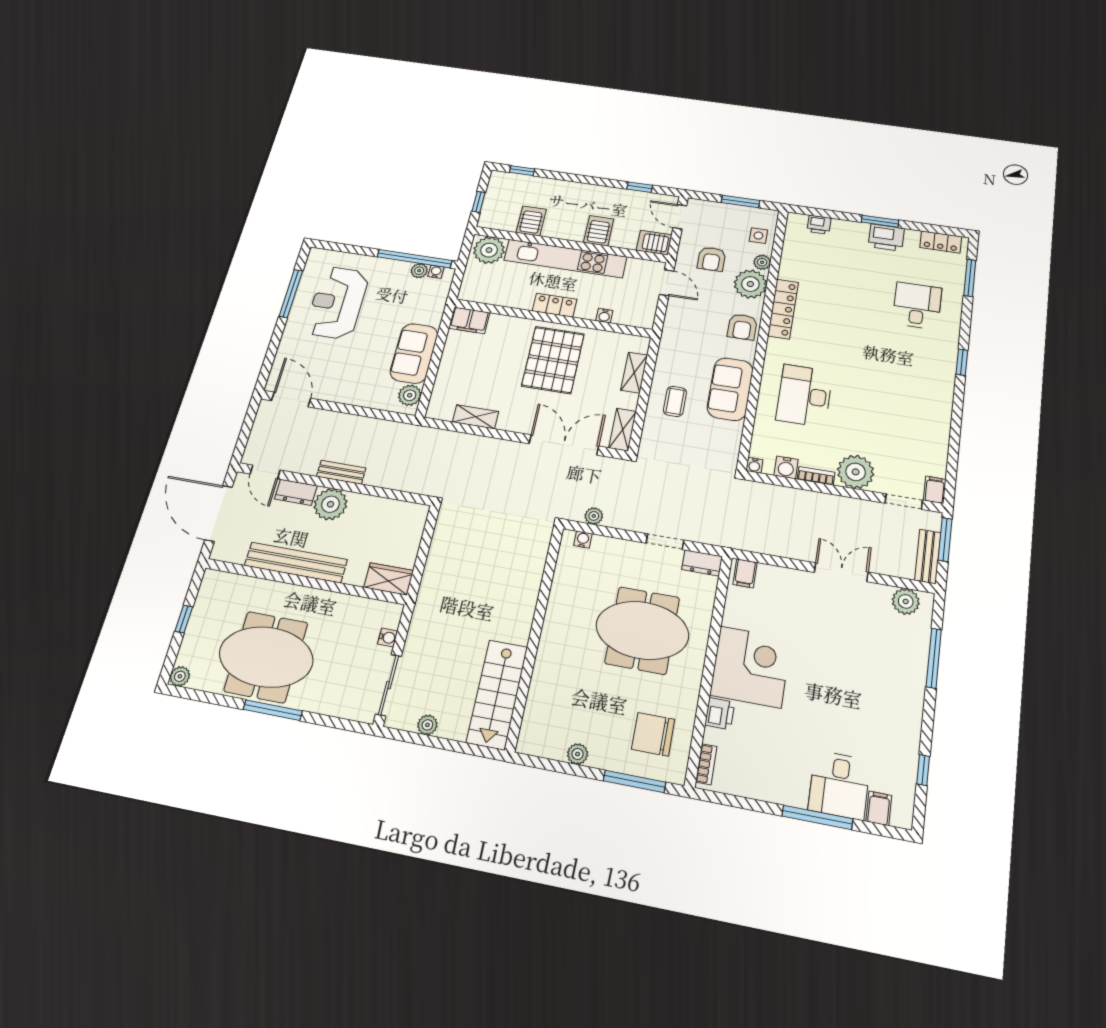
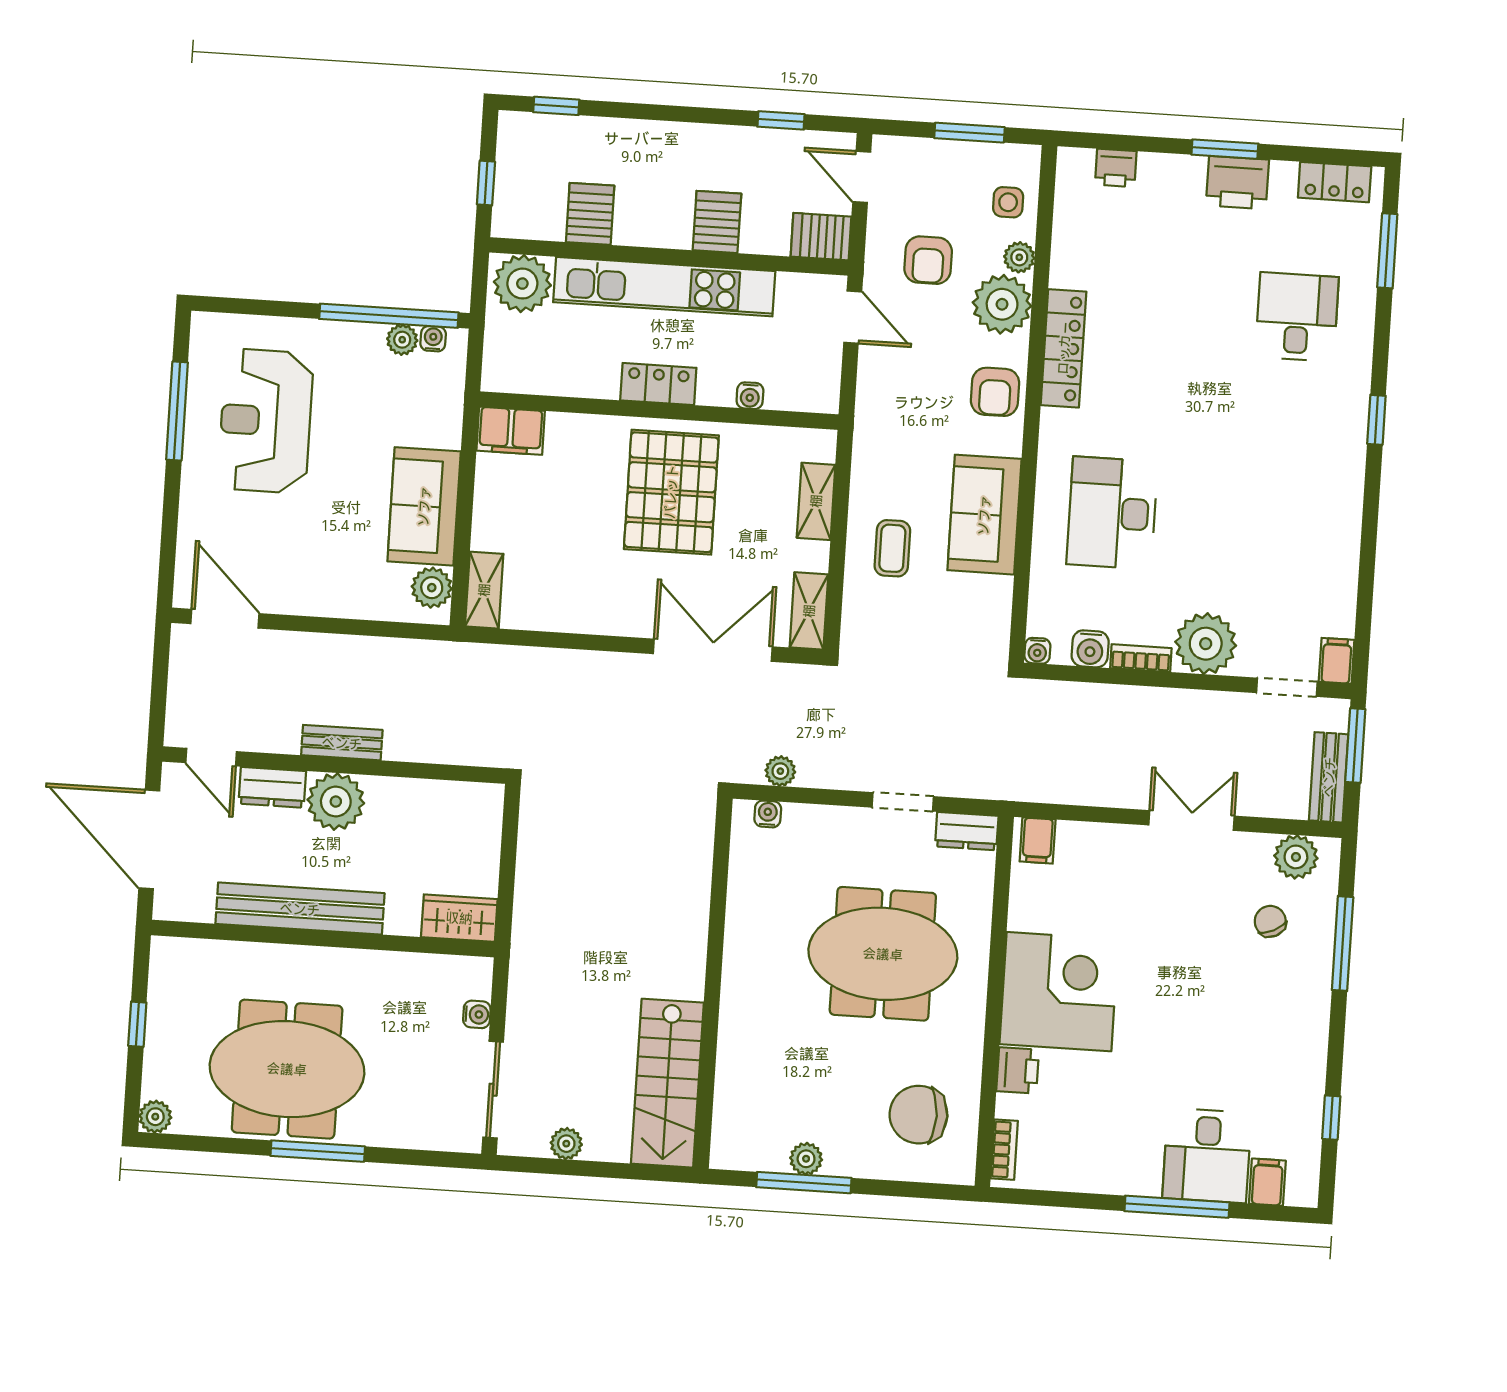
shelving: (476, 417) -> (484, 590), moved, turned 90
chair: (888, 639) -> (1270, 921), added
window: (634, 781) -> (804, 1183), moved

